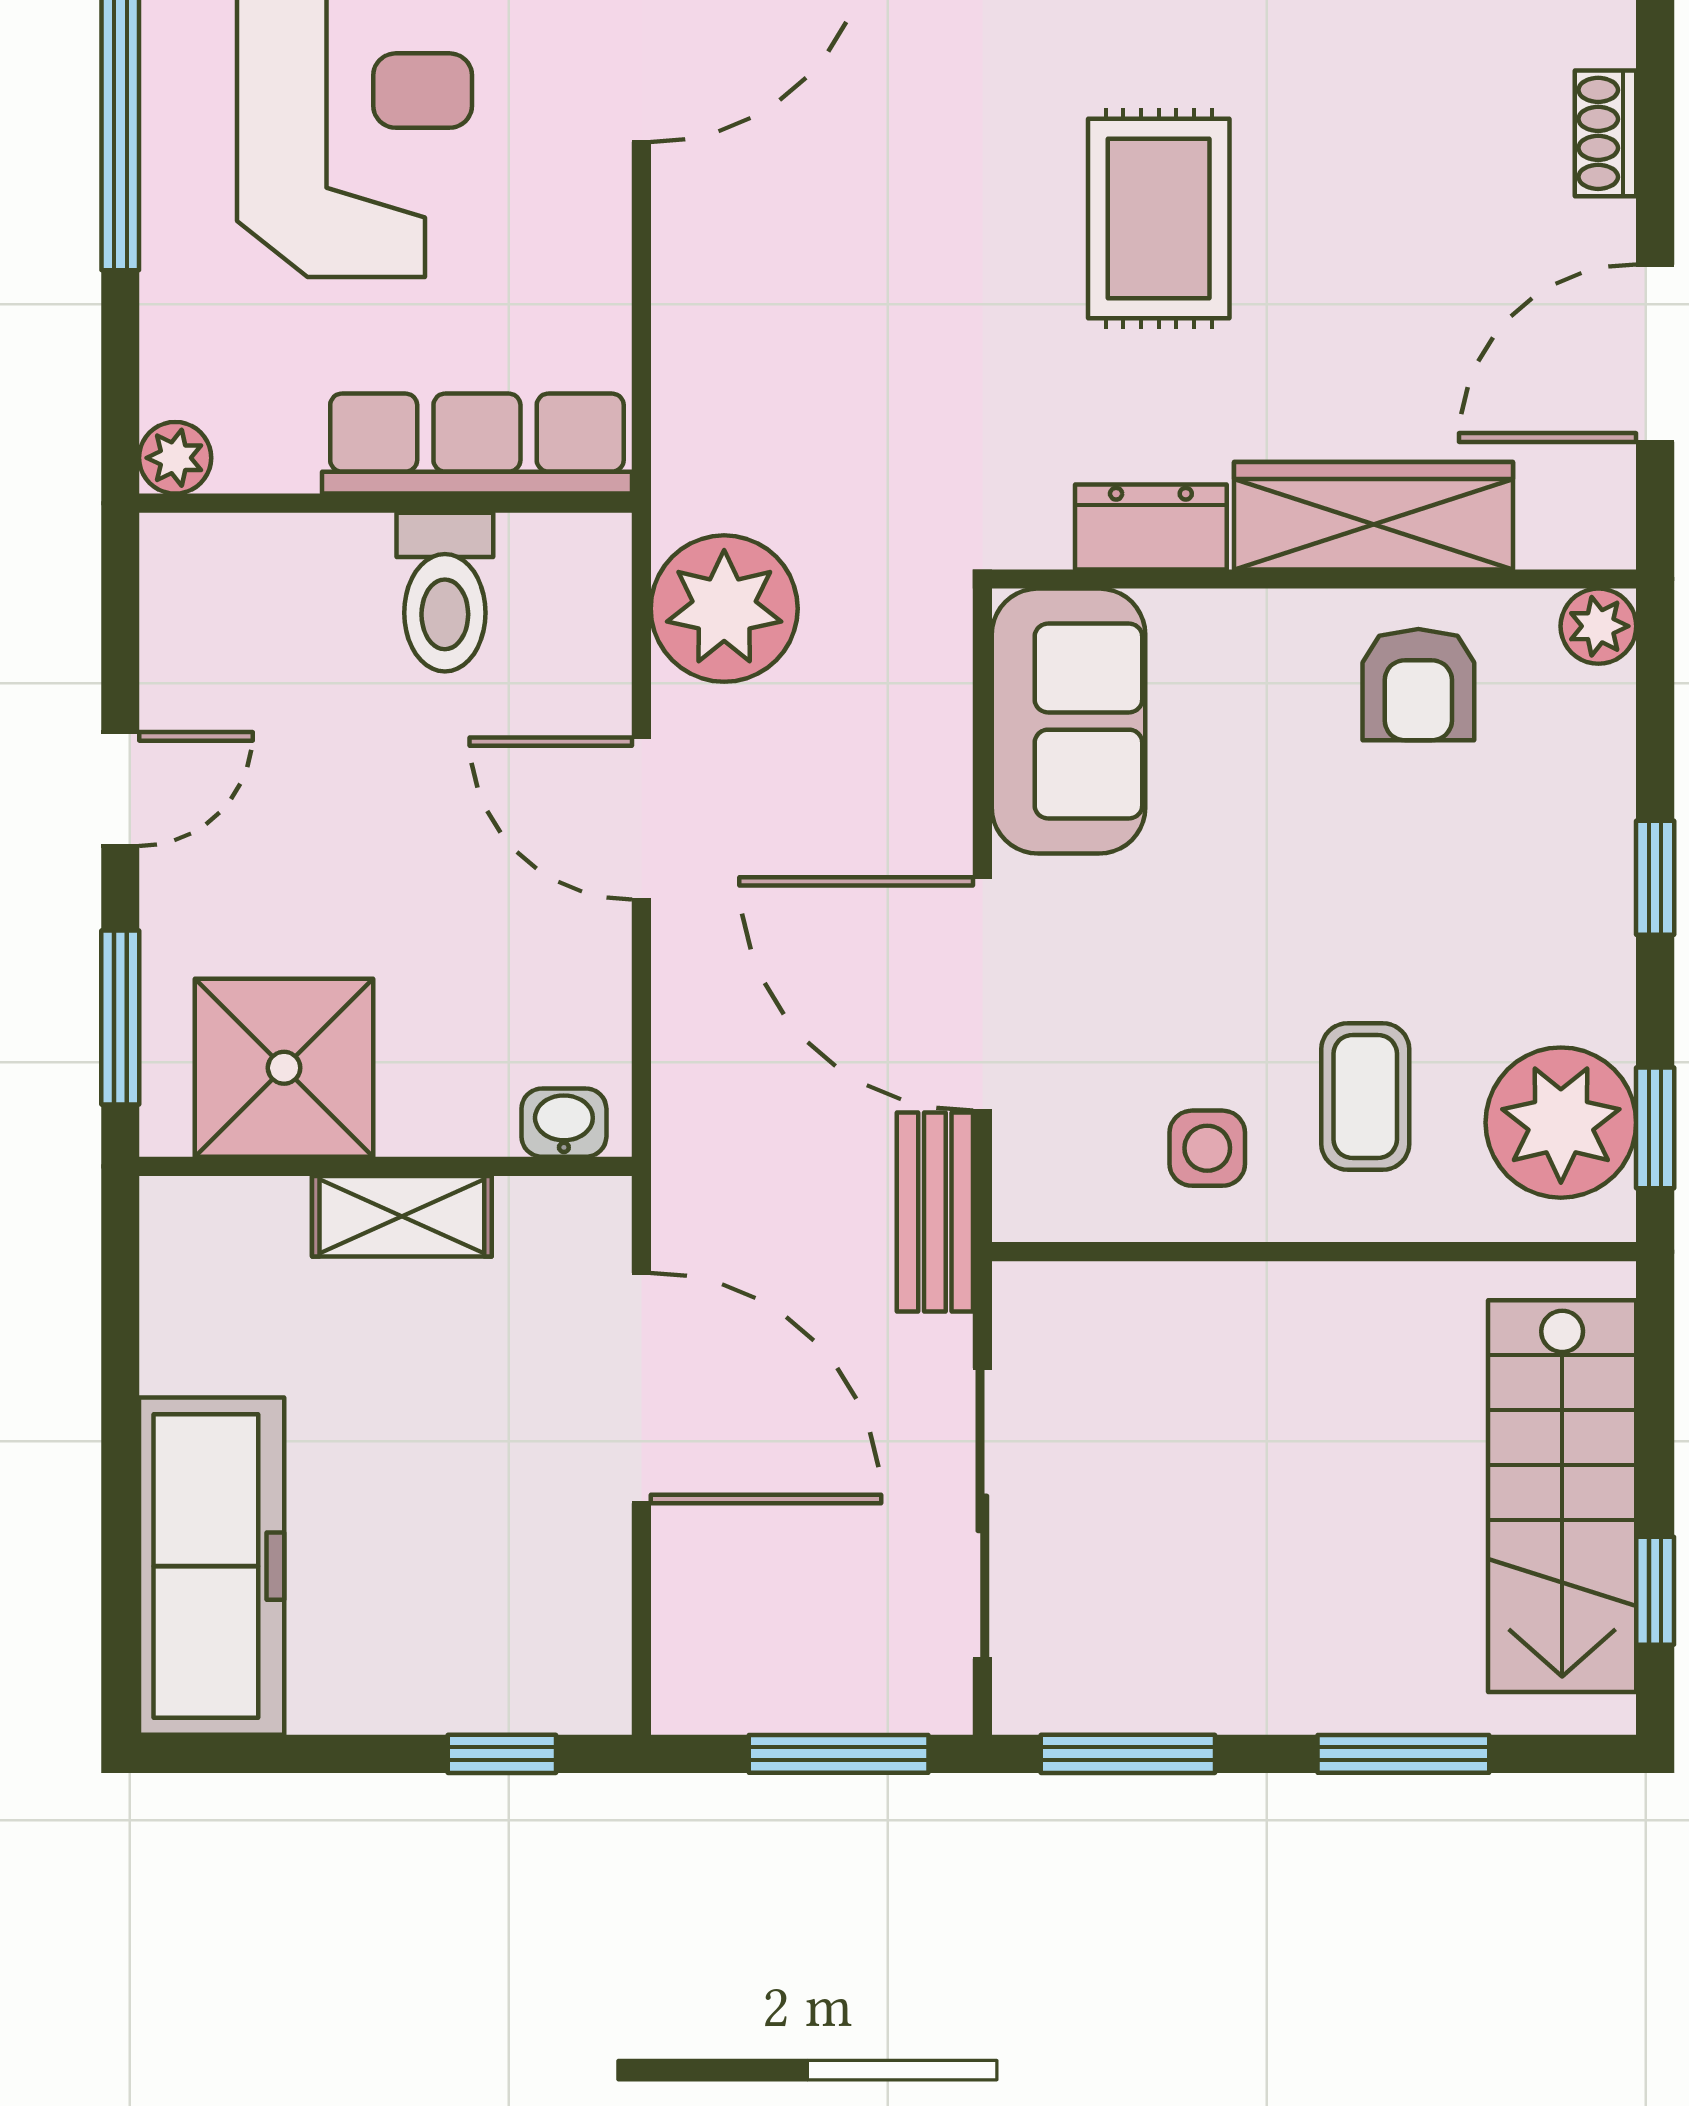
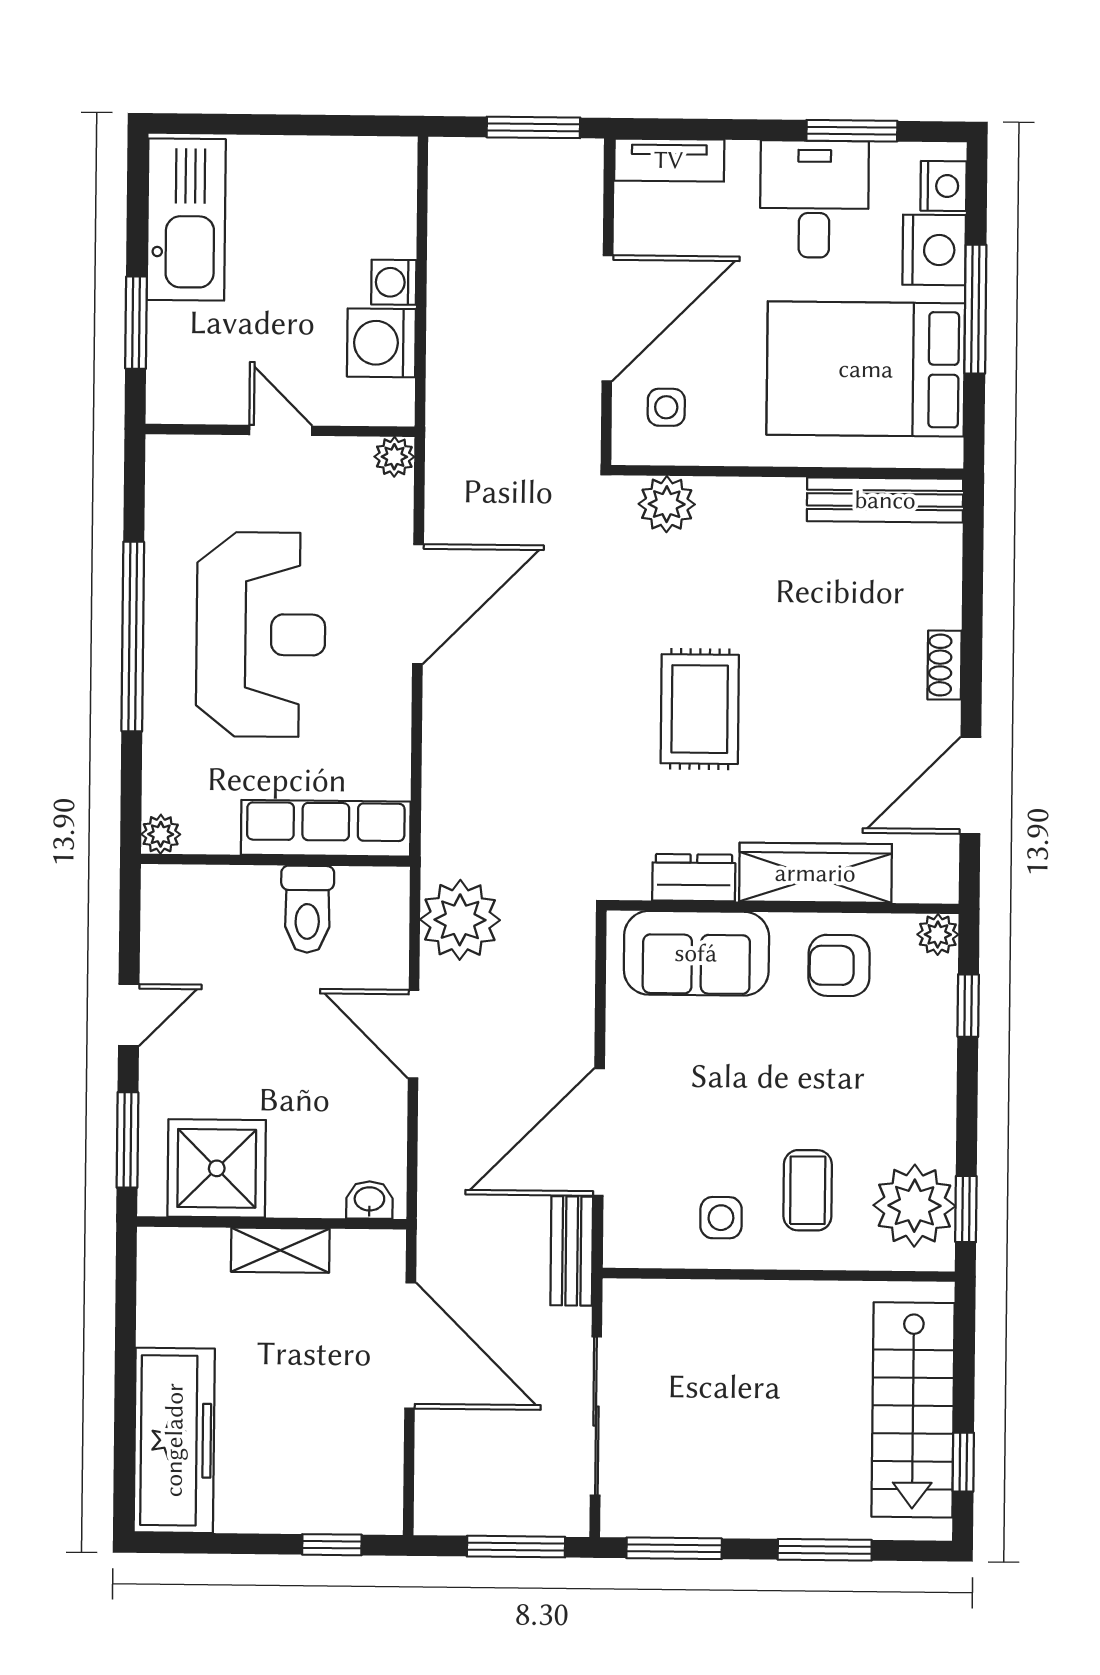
armchair: (1418, 685) -> (839, 965), turned 90
sofa: (1069, 721) -> (696, 953), moved, turned 90
window: (1655, 878) -> (968, 1006), moved
door: (982, 994) -> (599, 1132), hinge flipped

